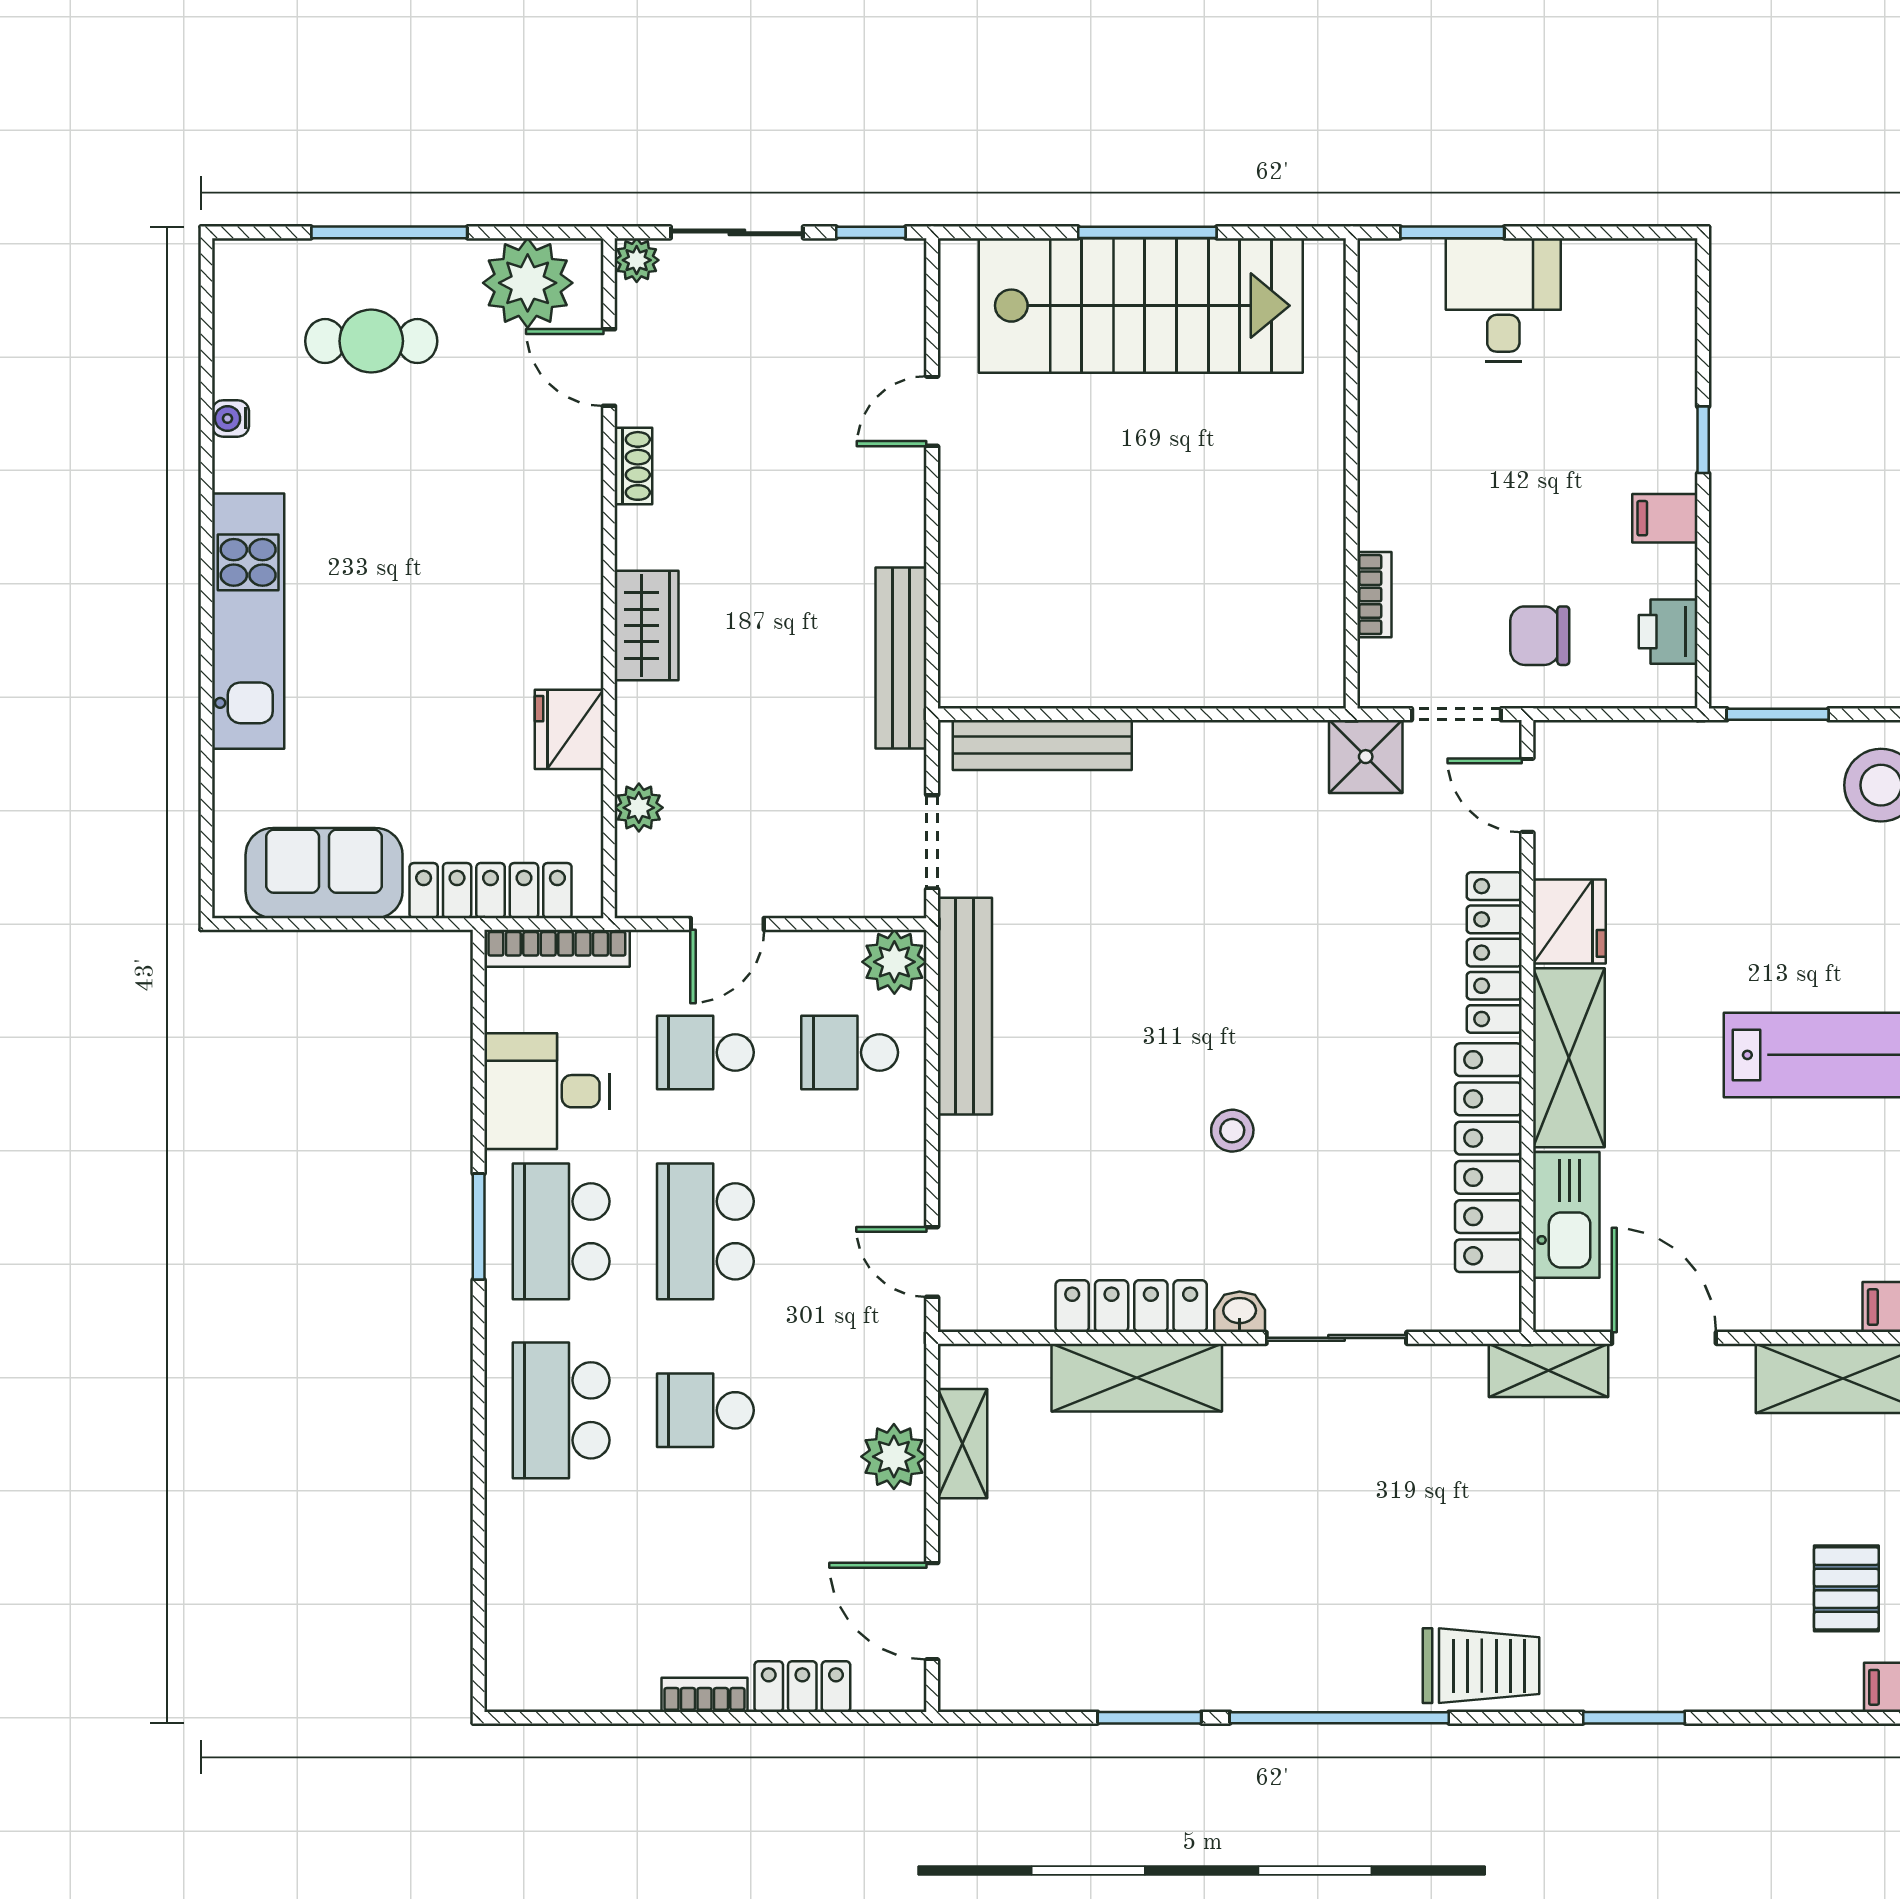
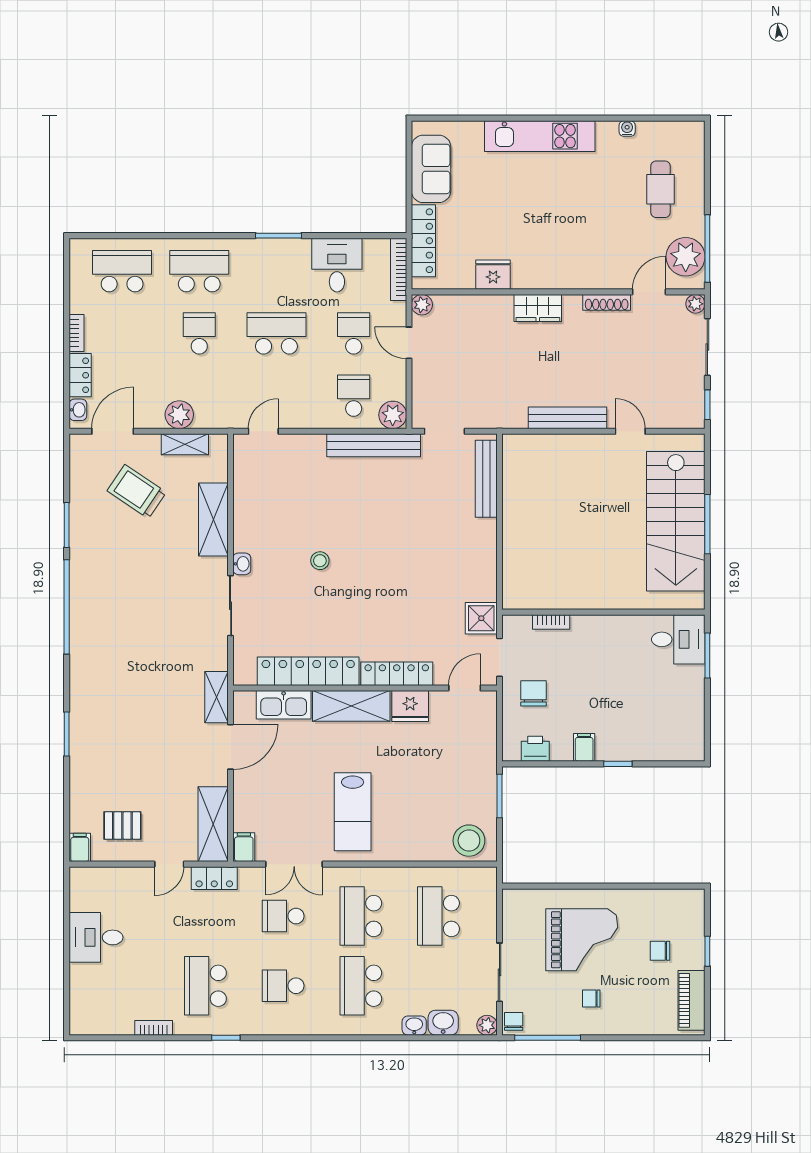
window: (389, 232) -> (707, 249), moved
desk: (1503, 300) -> (678, 639), moved
shoe rack: (633, 466) -> (607, 302), width x1.43
bench: (901, 658) -> (567, 418), moved
plant: (639, 808) -> (422, 305), moved
school desk: (561, 1231) -> (122, 271), moved
locker: (1131, 1306) -> (244, 517), removed
trolley: (1481, 1666) -> (137, 492), moved, turned 124
washbasin: (882, 1692) -> (78, 410), added

